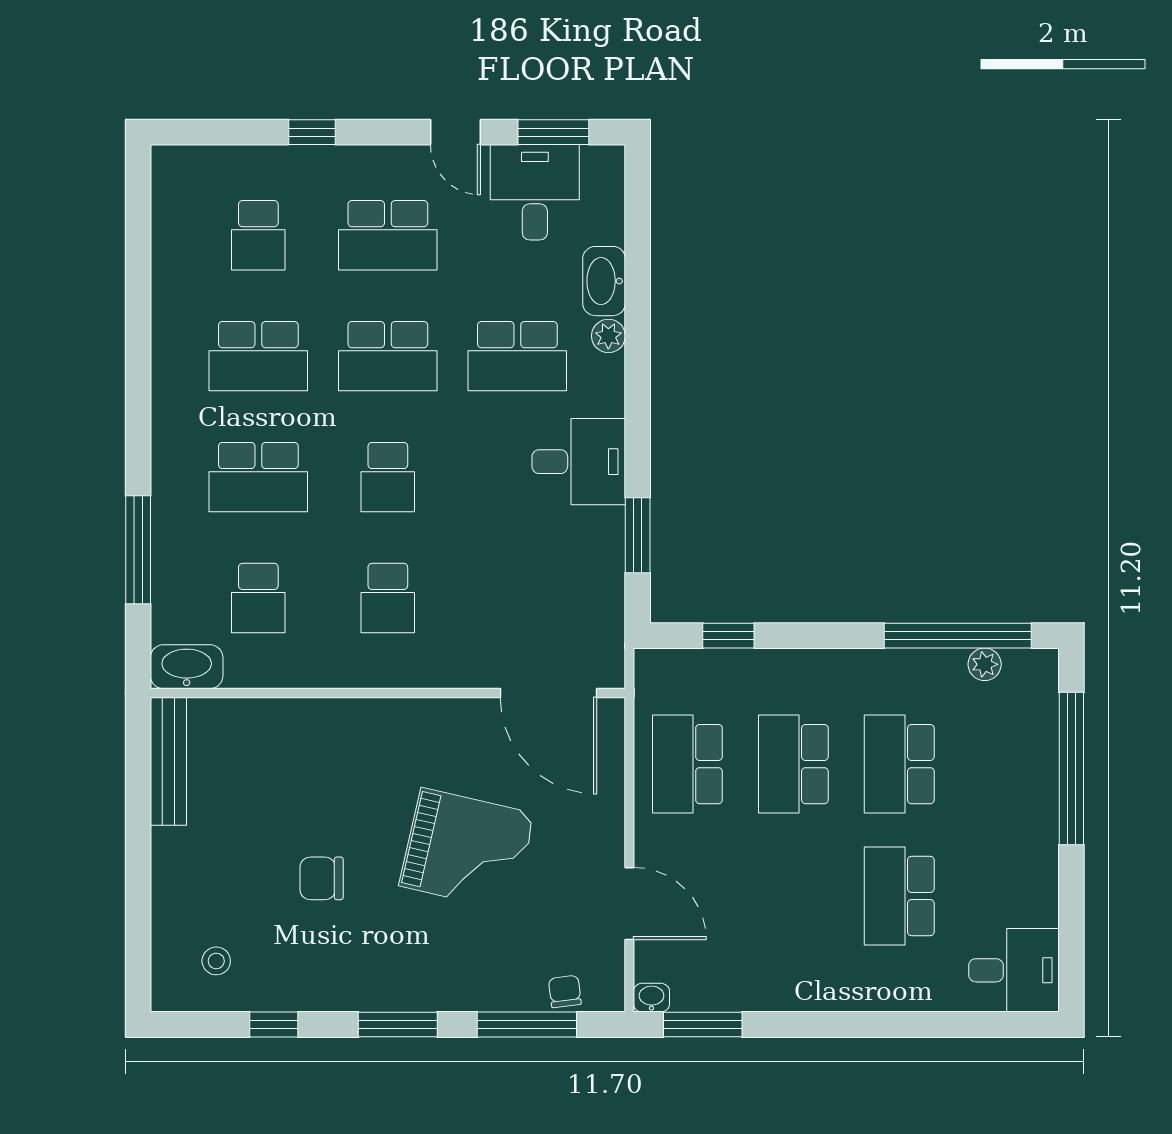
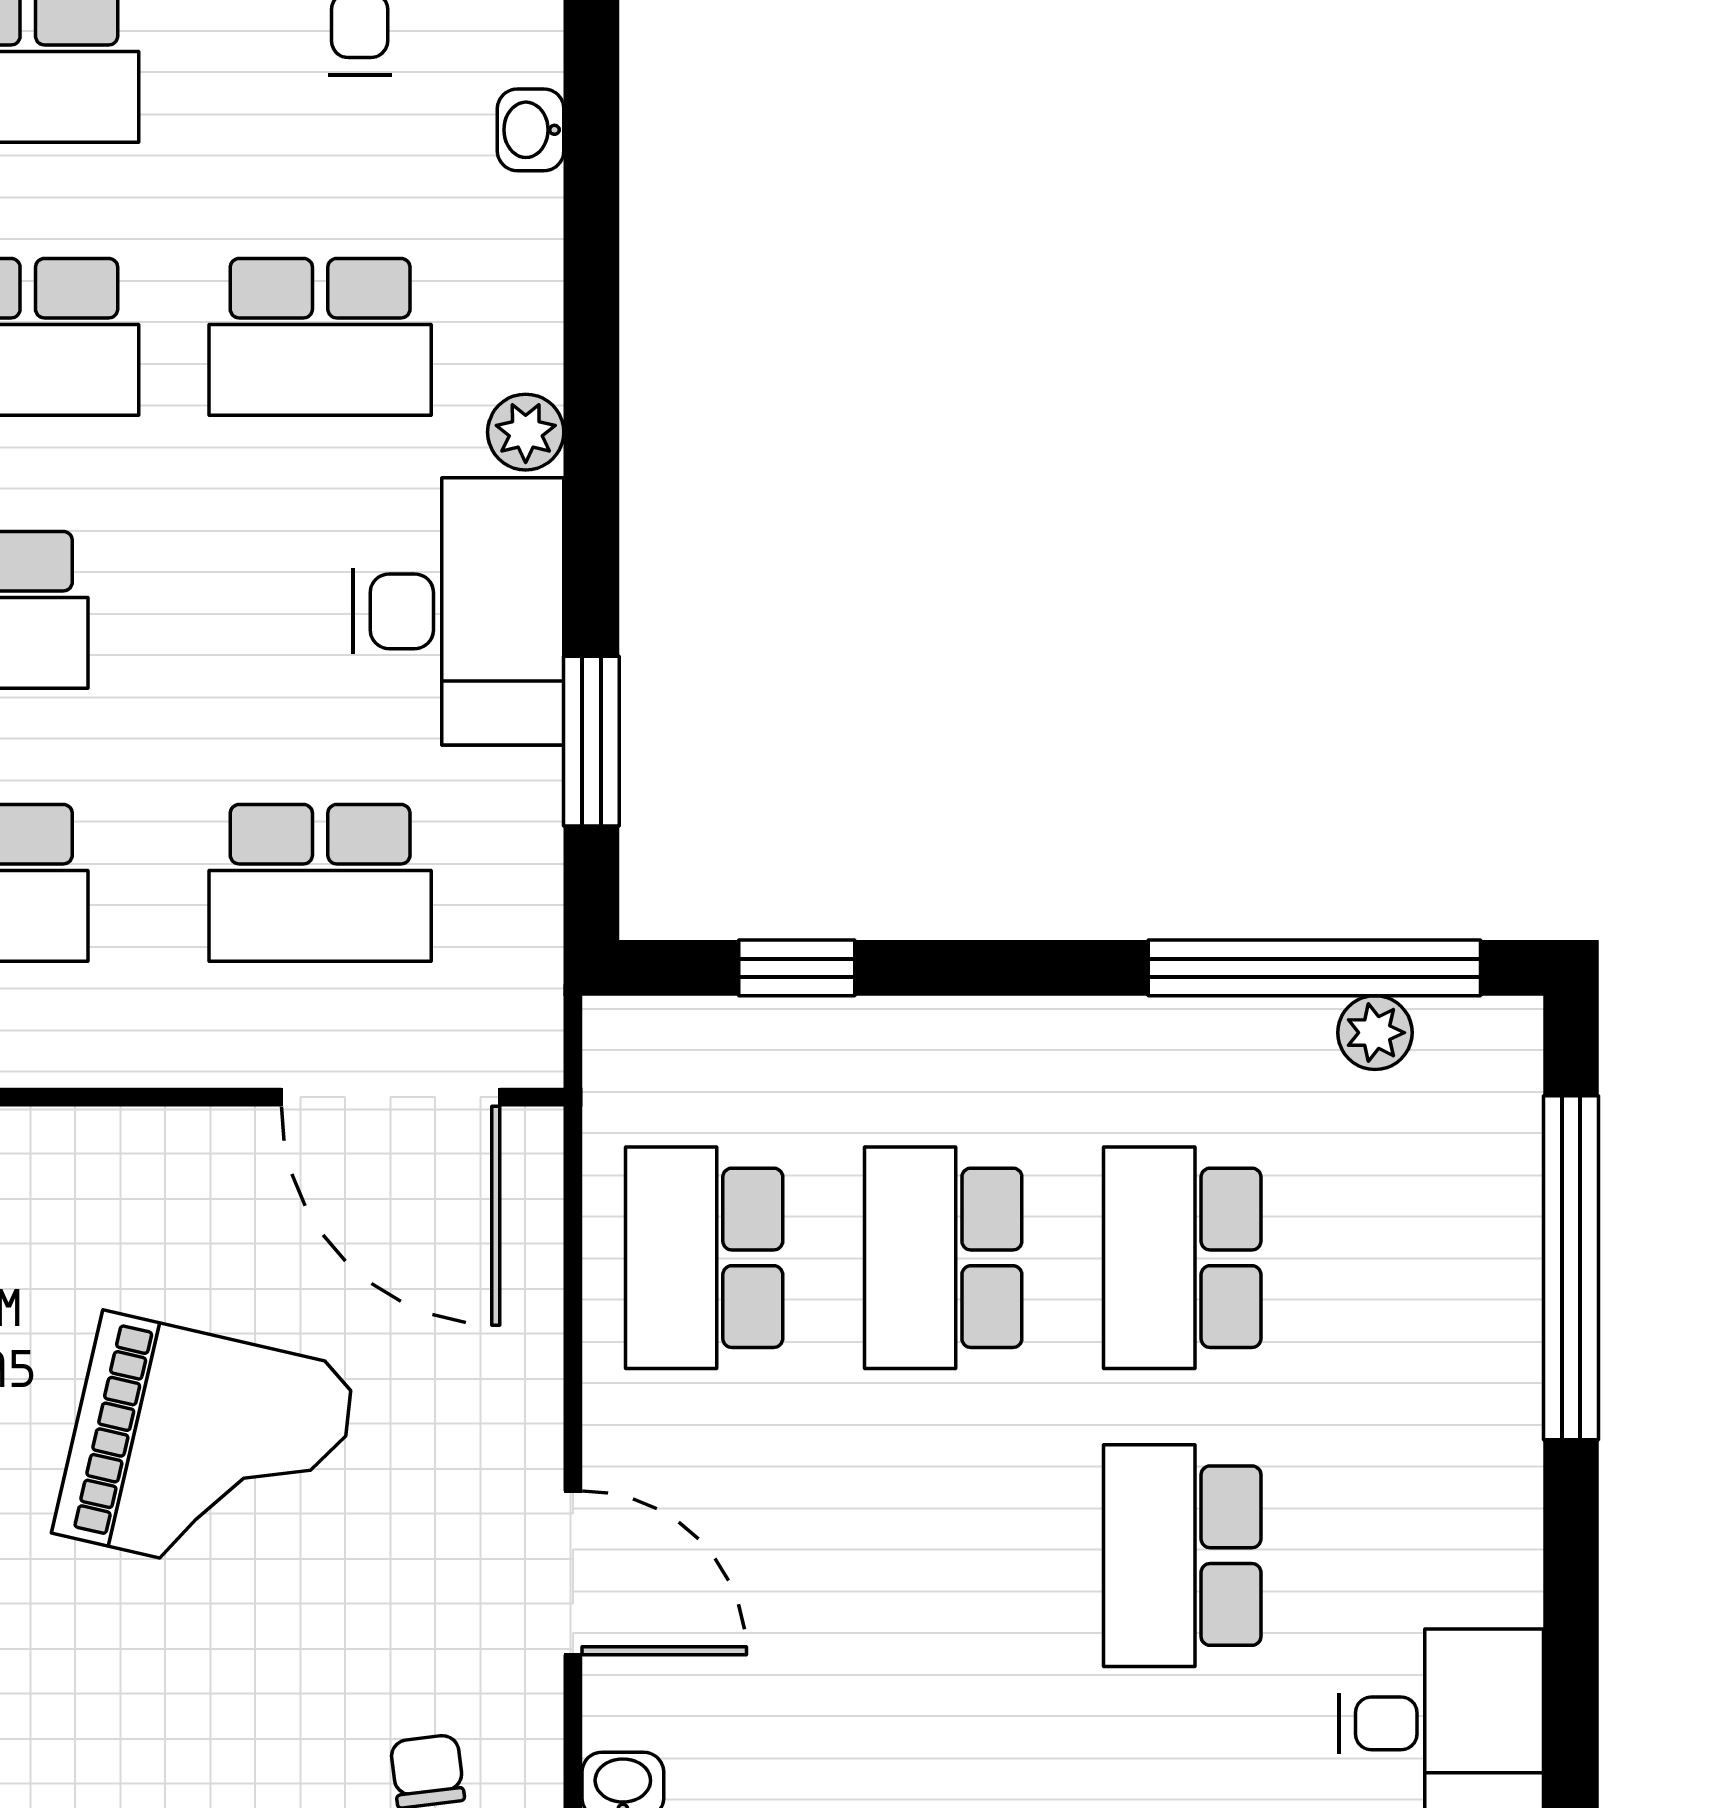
washbasin: (604, 281) -> (531, 130), width x0.52, depth x0.69
plant: (608, 336) -> (526, 432), moved
desk: (579, 462) -> (459, 611), width x1.37
school desk: (517, 598) -> (320, 883), added

